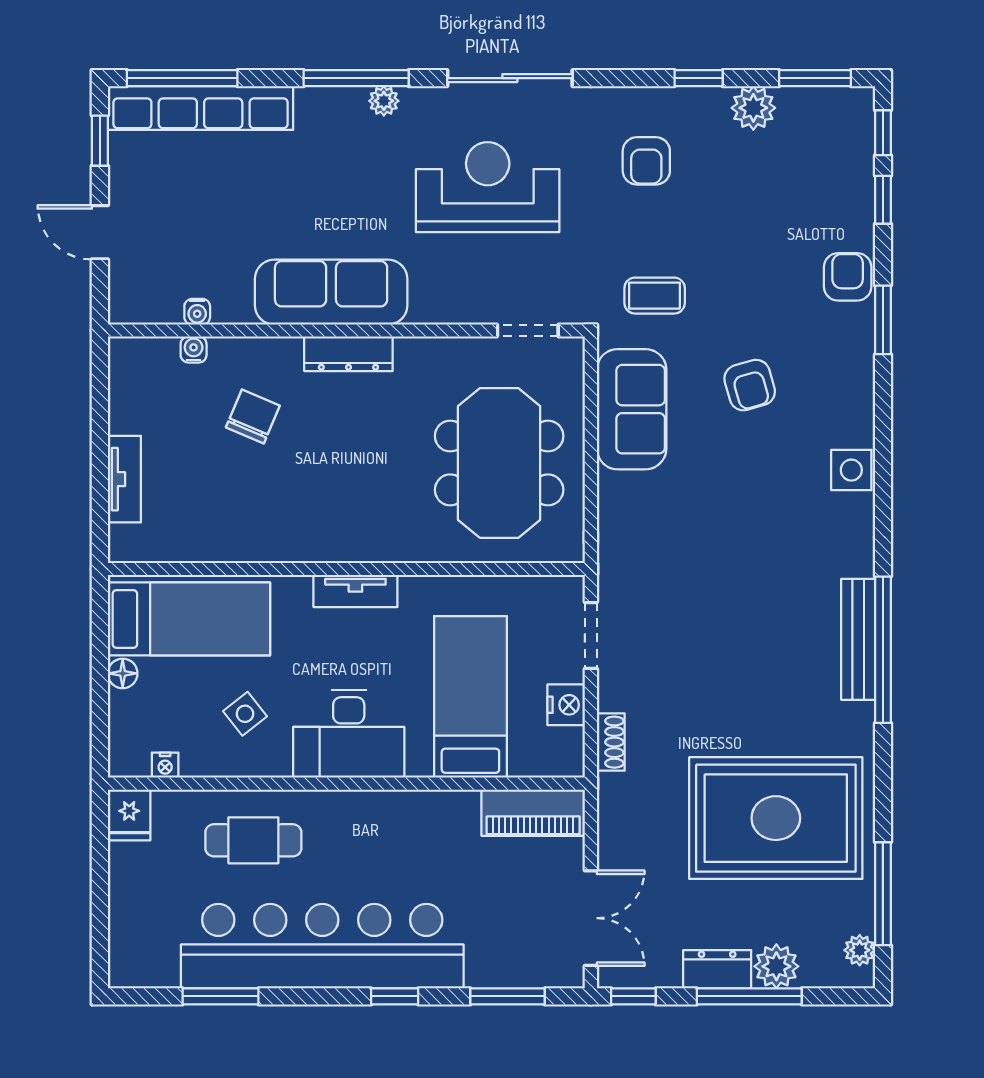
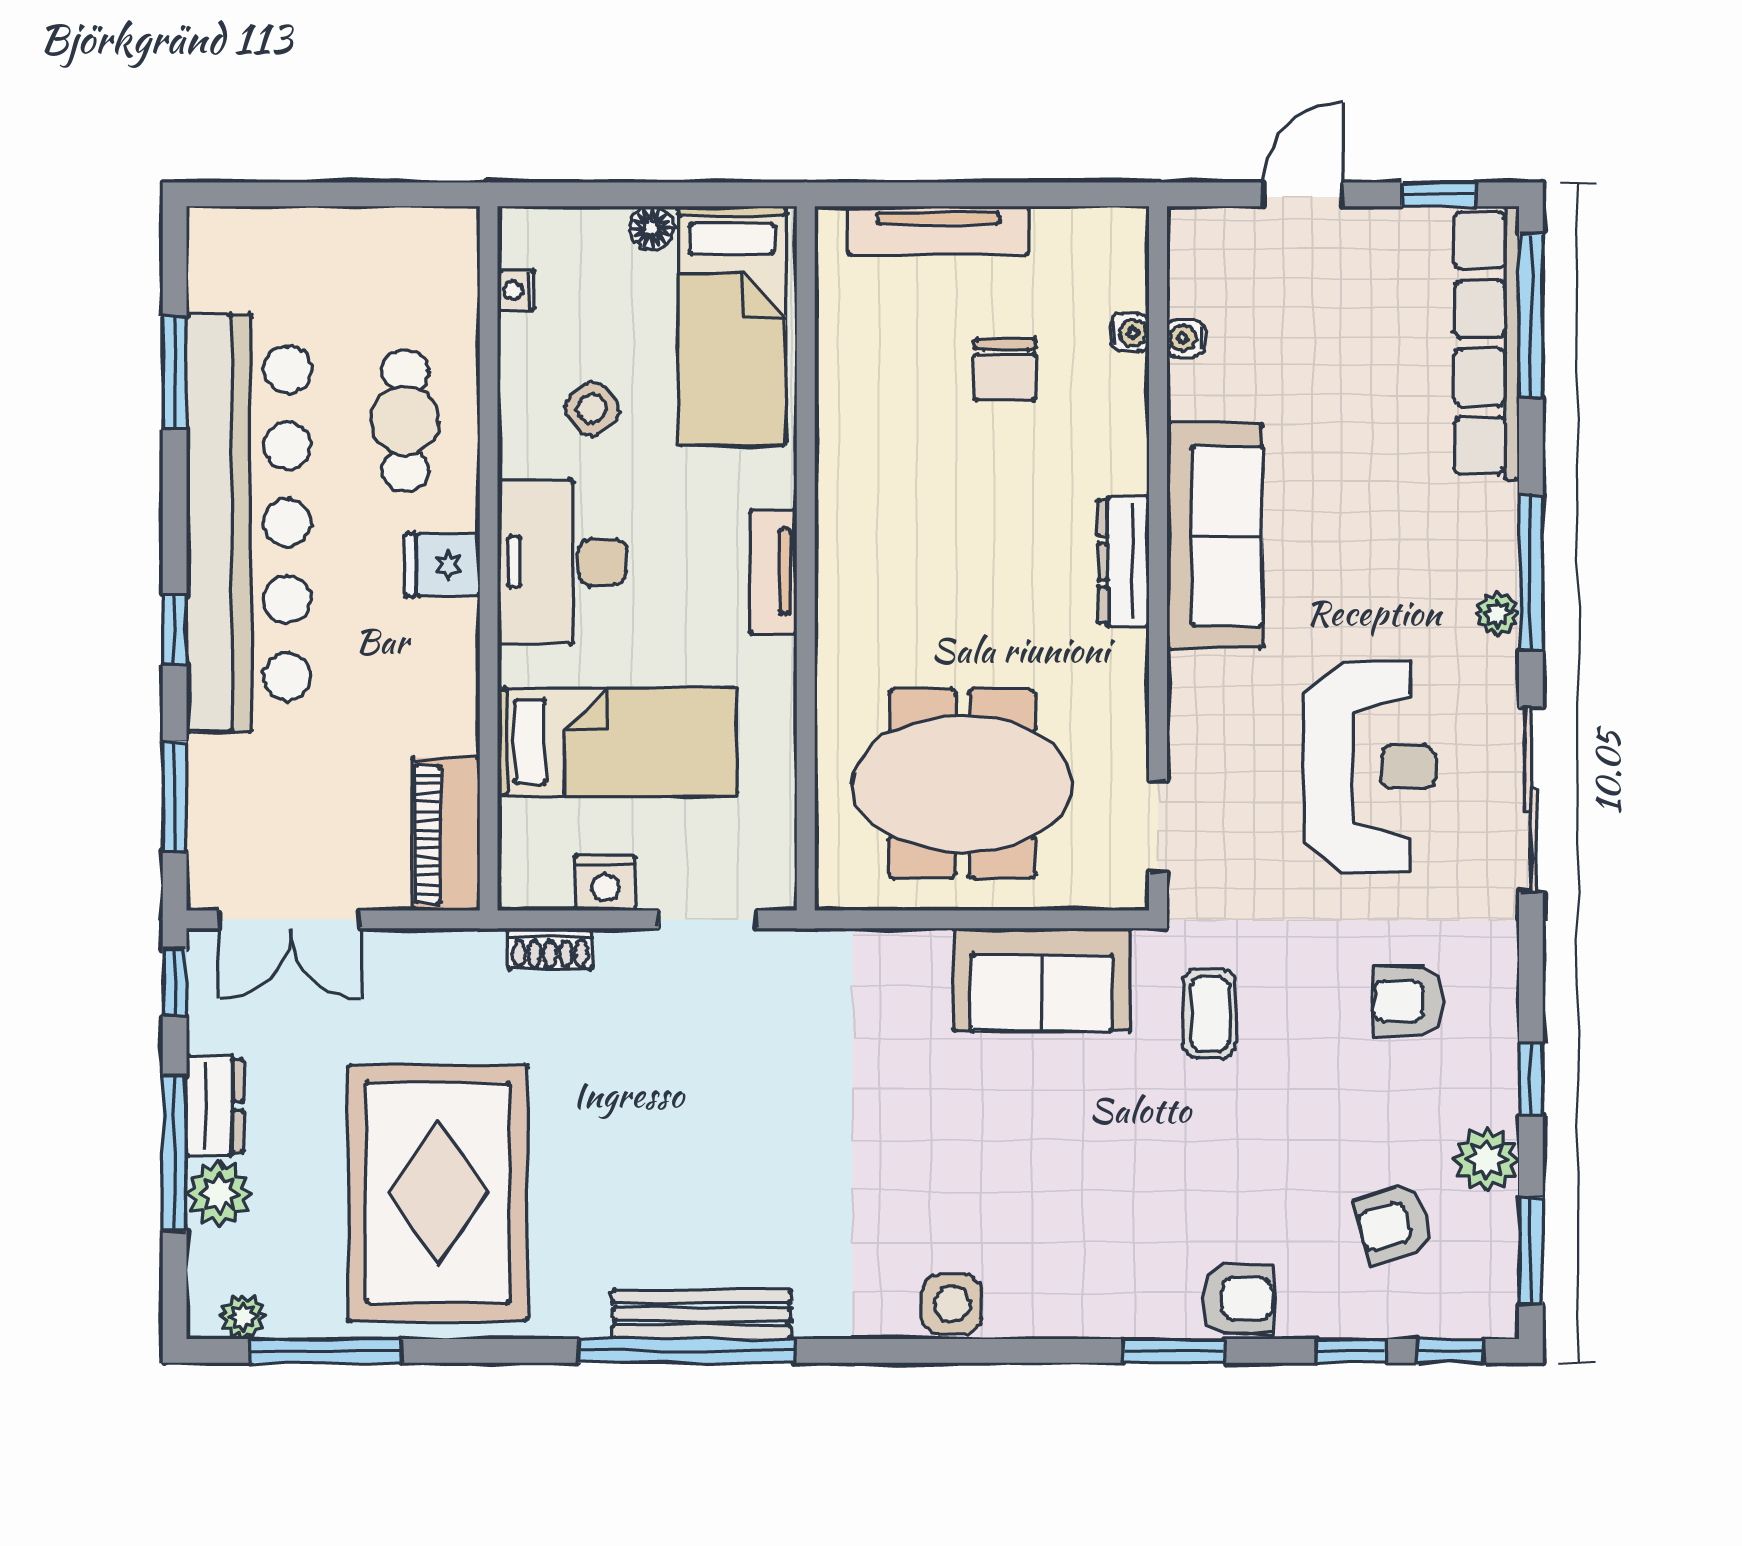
armchair: (750, 385) -> (1394, 1224), moved
chair: (253, 416) -> (1005, 370), moved, turned 67
tv unit: (124, 479) -> (939, 231), width x1.41
fridge: (129, 815) -> (442, 565), moved

